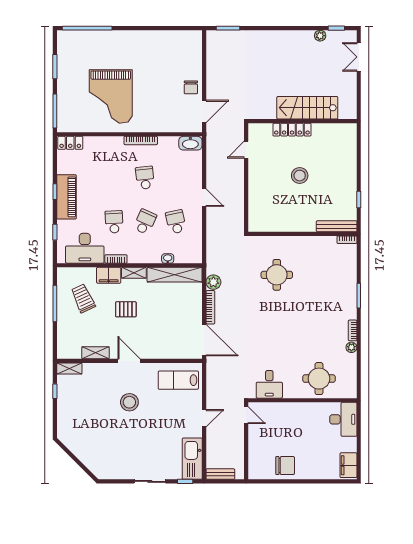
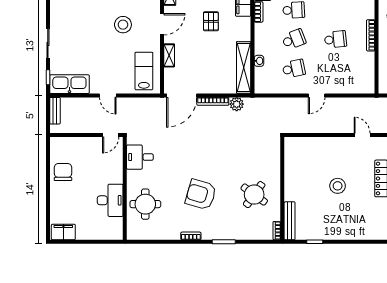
washbasin: (190, 143) -> (368, 82), removed
school desk: (145, 222) -> (294, 39), turned -45
shelving: (134, 273) -> (169, 55), moved
round table: (277, 275) -> (254, 195), moved, turned 36
armchair: (309, 320) -> (201, 194), added
plant: (351, 347) -> (175, 235), removed
desk: (343, 419) -> (110, 200), moved, turned -90
chair: (285, 466) -> (63, 172), turned 180

